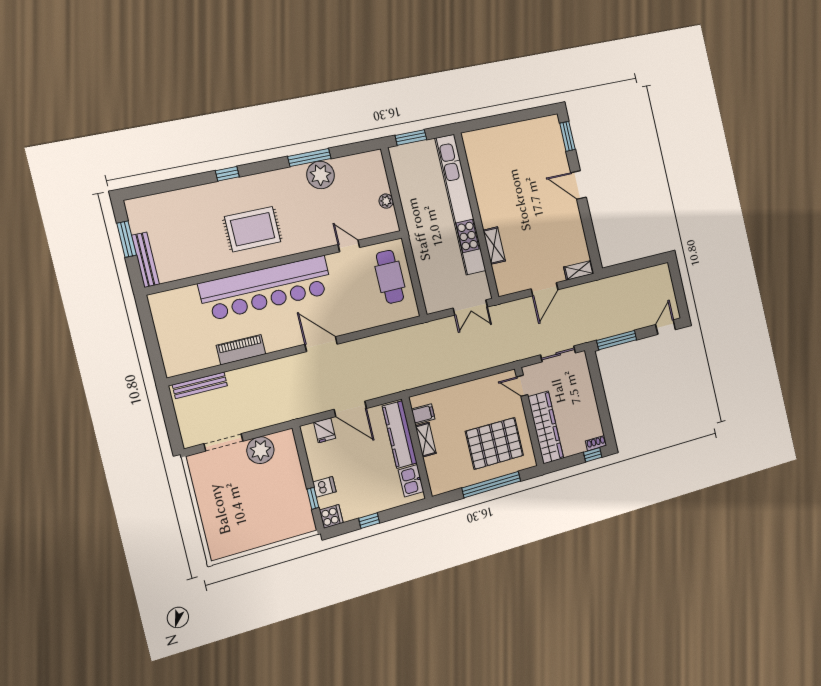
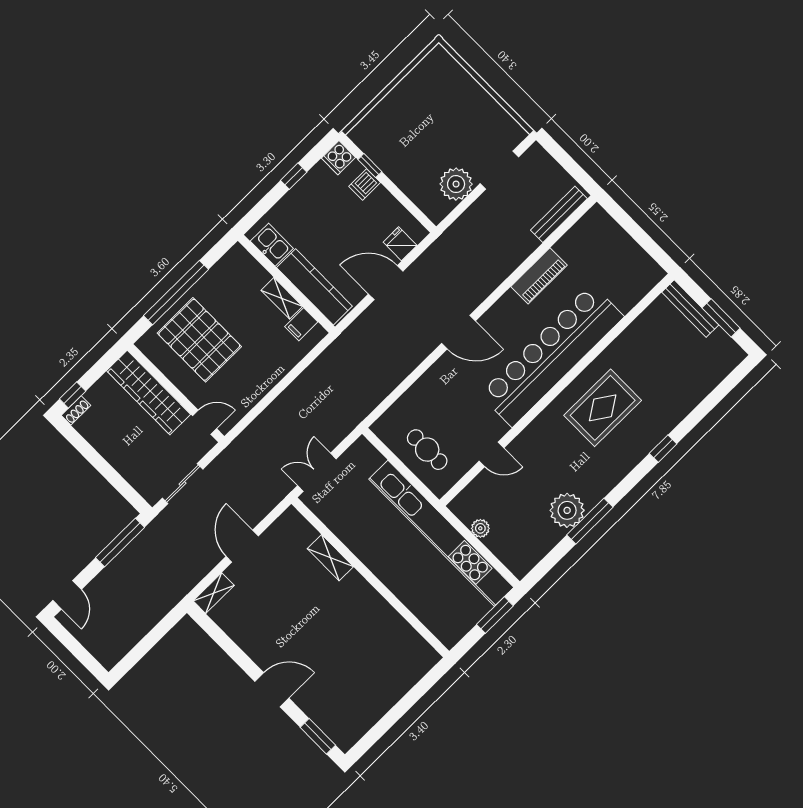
kitchen unit: (460, 205) -> (441, 533), moved, turned 180
cafe table: (390, 277) -> (427, 450), width x0.73, depth x0.74
pallet: (495, 443) -> (199, 340), turned 90

